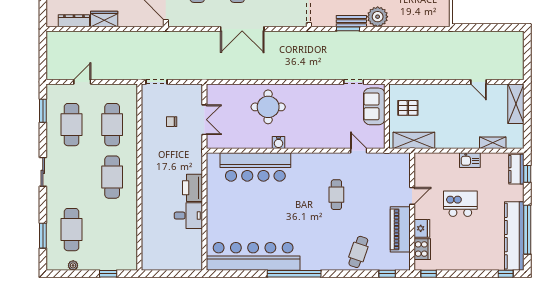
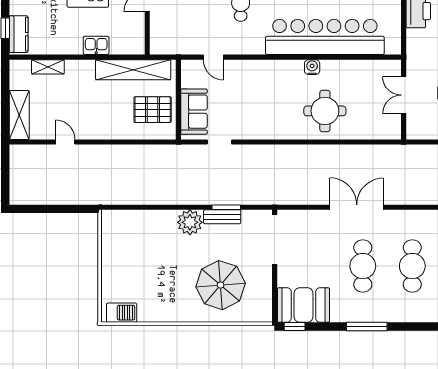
pallet: (408, 108) -> (153, 110), width x1.50, depth x1.42
shelving: (414, 140) -> (133, 70), width x1.47
kitchen sink: (470, 160) -> (96, 45), moved
bar counter: (255, 167) -> (325, 37), width x1.36

